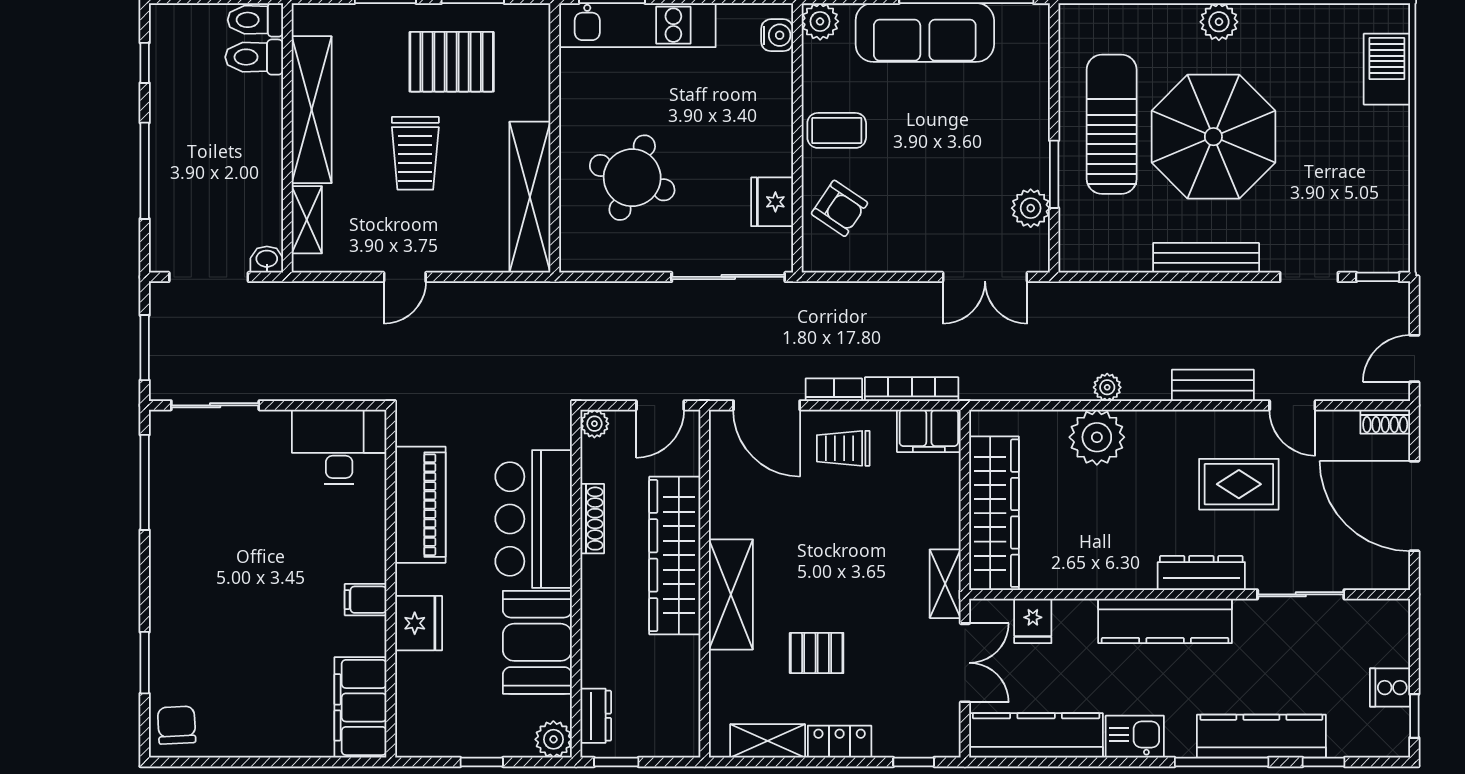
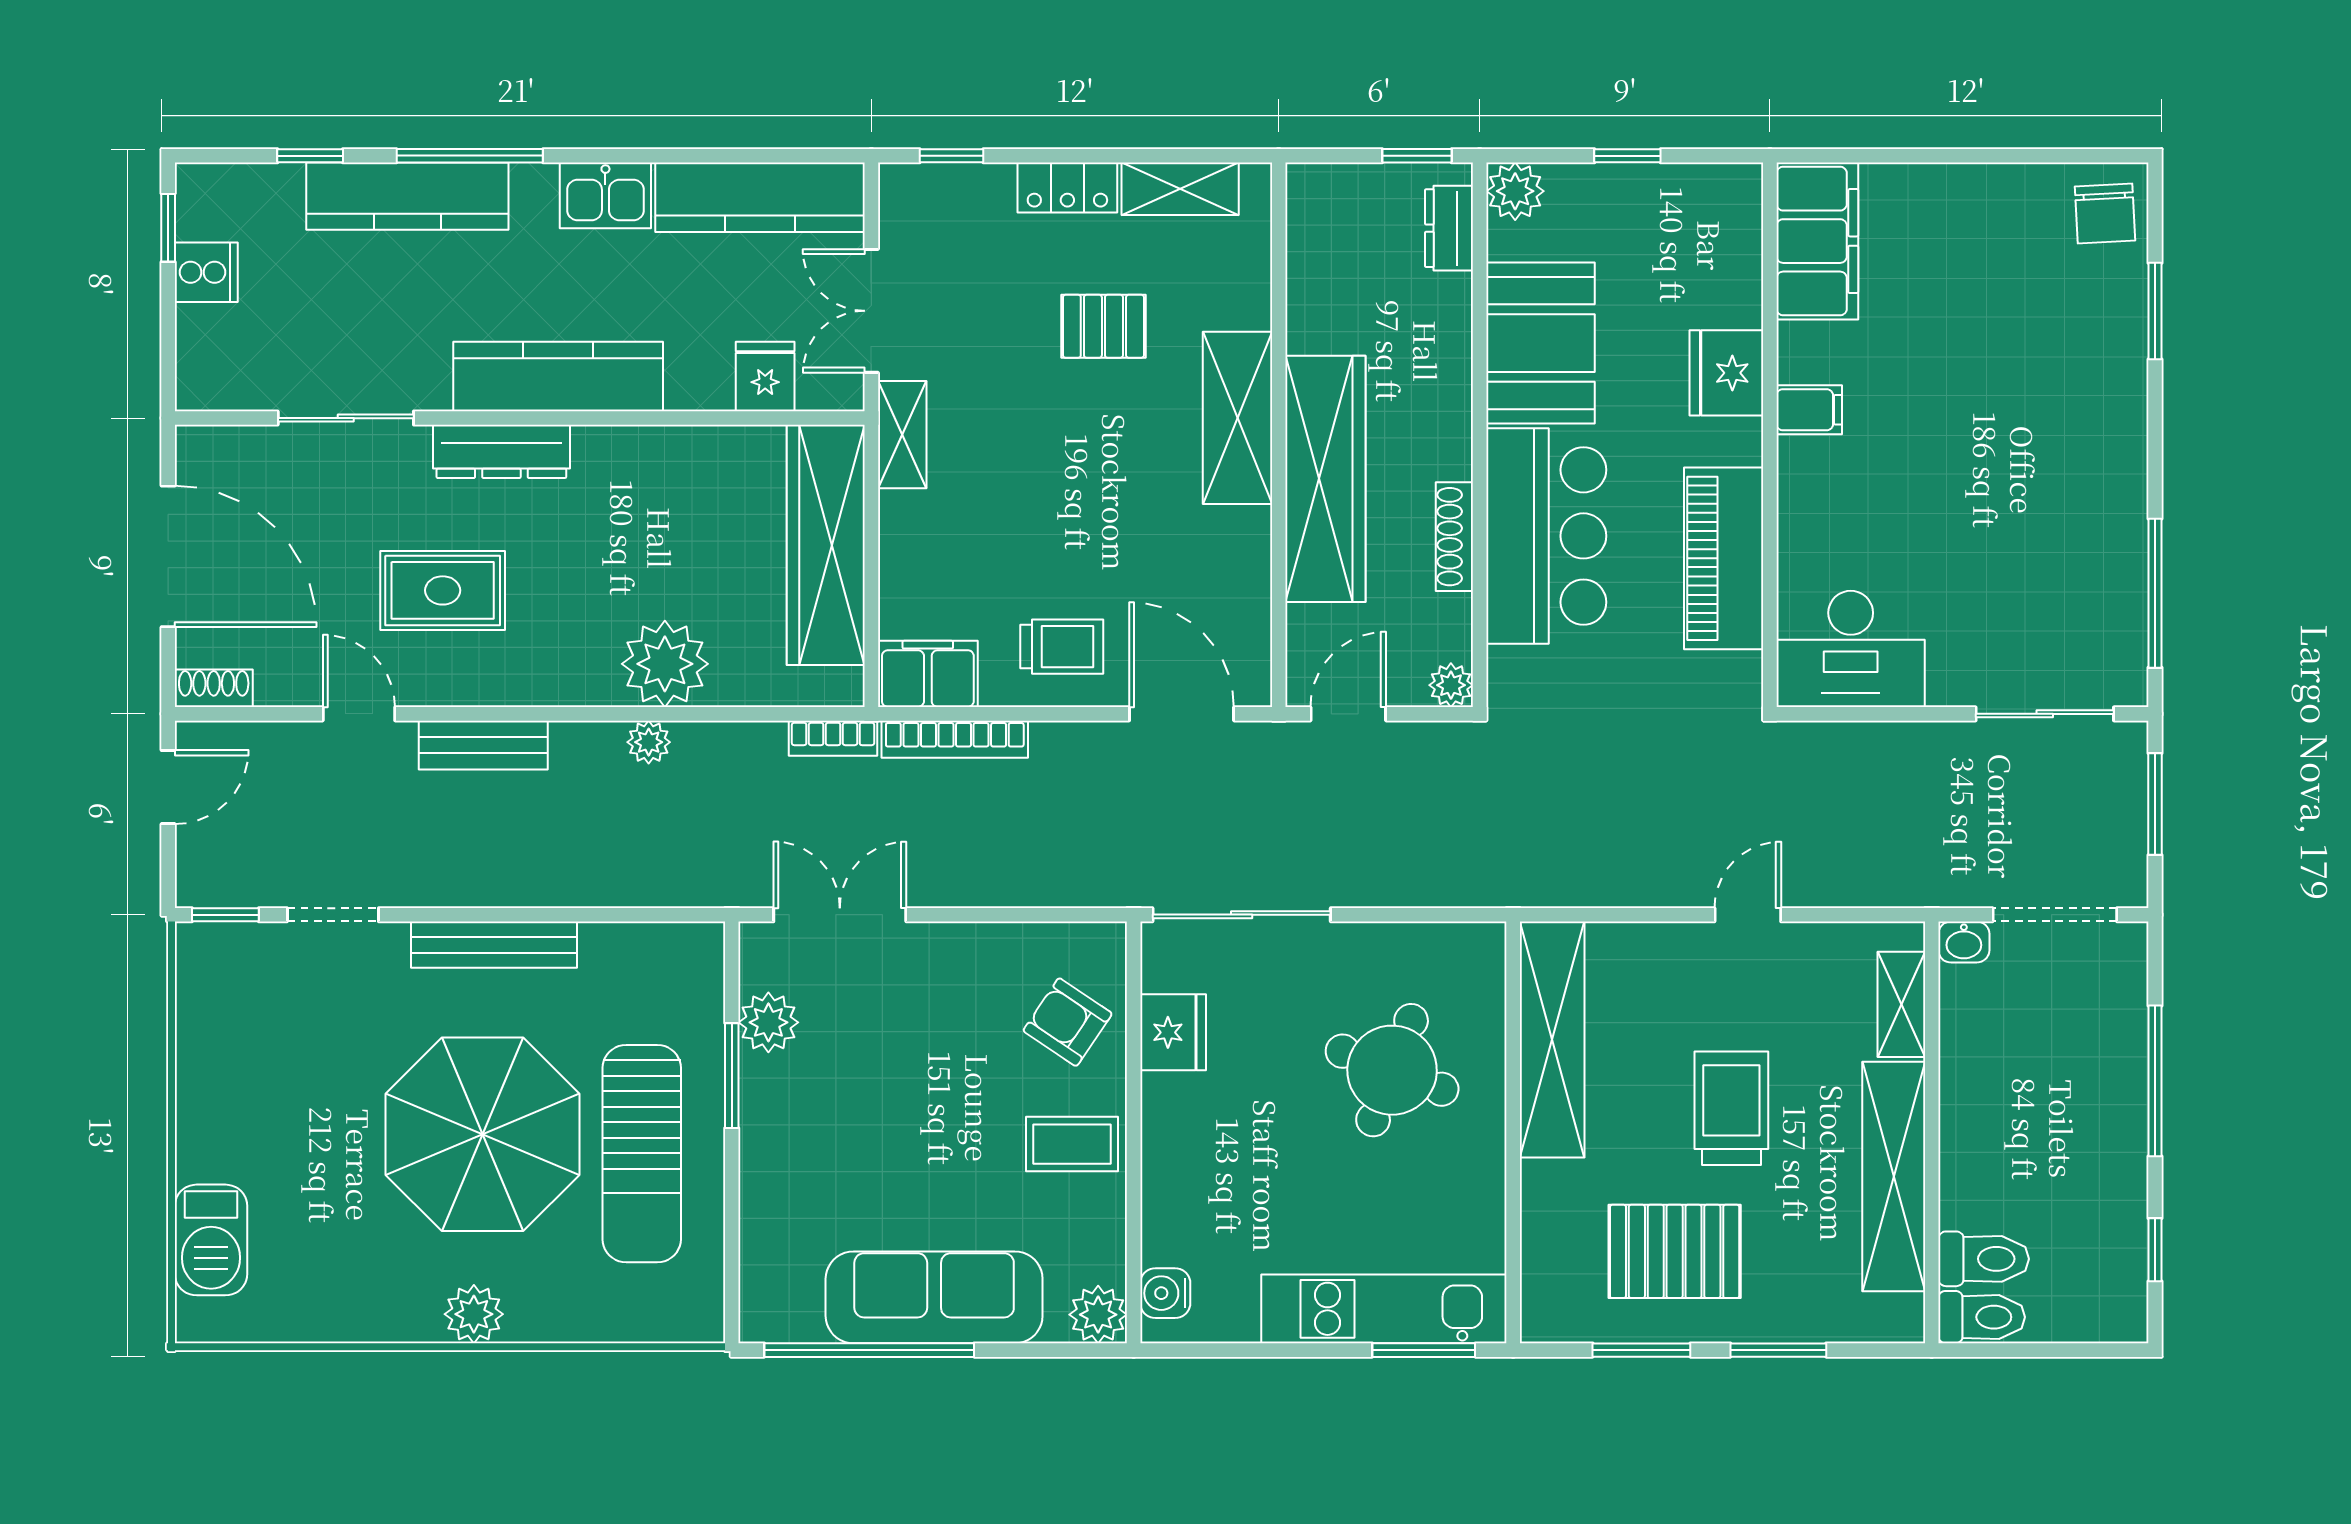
bookcase: (834, 390) -> (833, 738), moved

